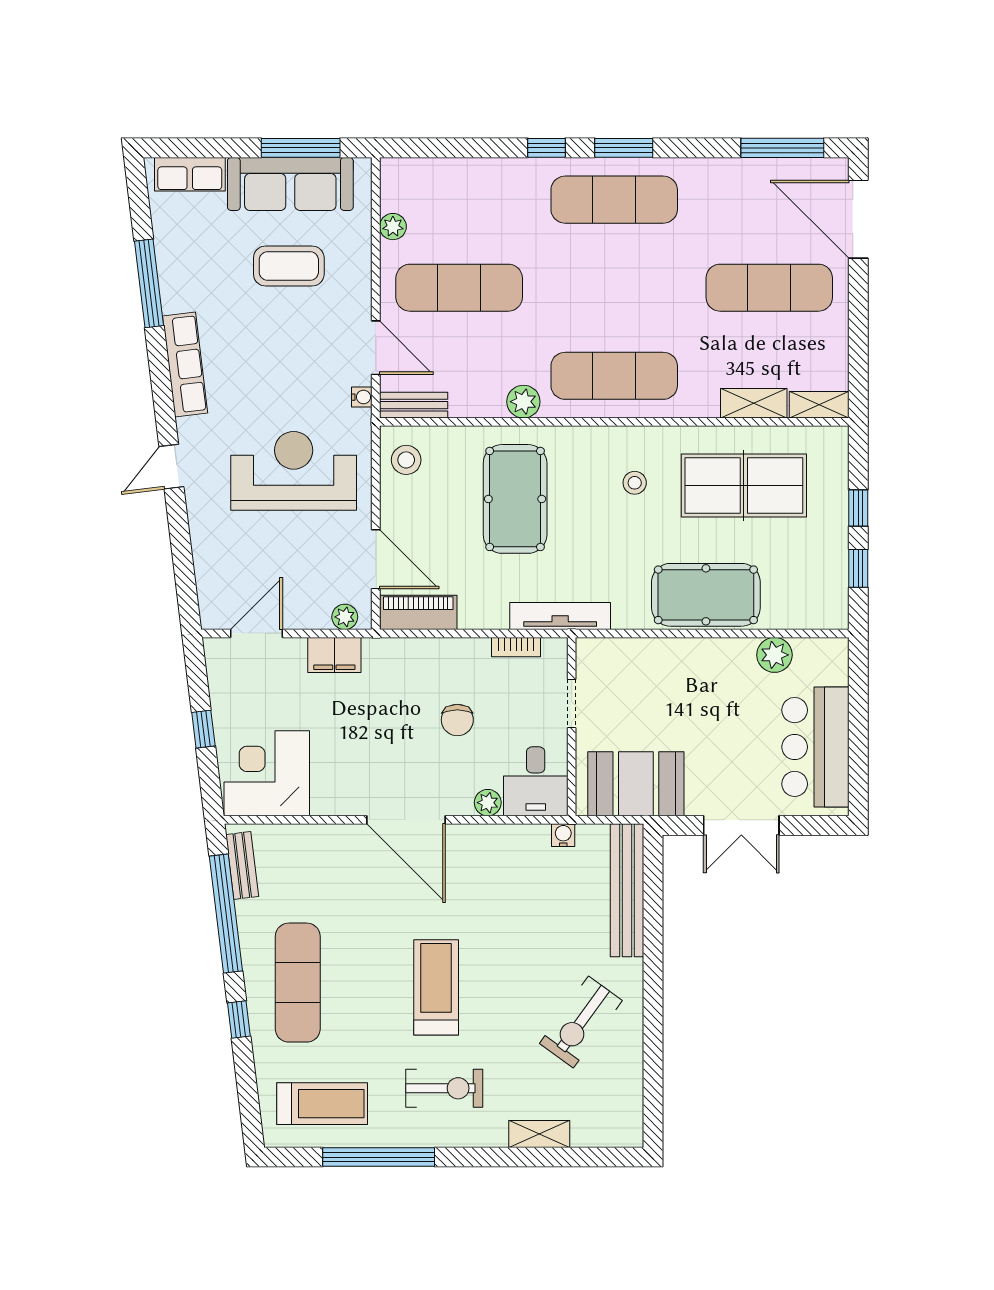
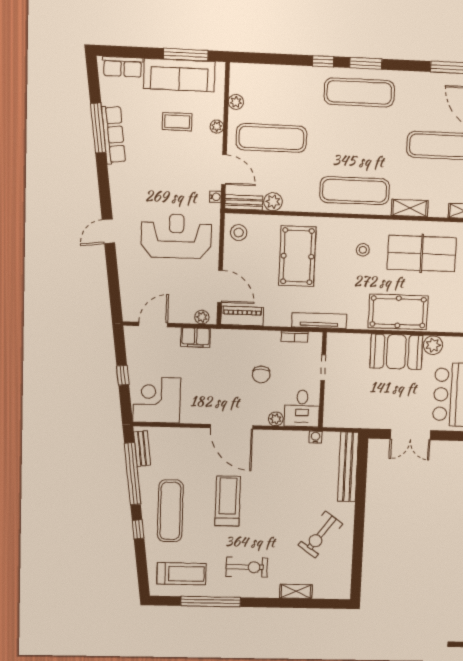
coffee table: (289, 266) -> (177, 122), width x0.73, depth x0.77
plant: (360, 272) -> (217, 127), added
row of seats: (185, 364) -> (114, 135), moved
plant: (523, 402) -> (273, 202), moved
shelving: (754, 403) -> (410, 208), moved
booth: (636, 784) -> (396, 352), moved
treadmill: (436, 987) -> (228, 501), moved

